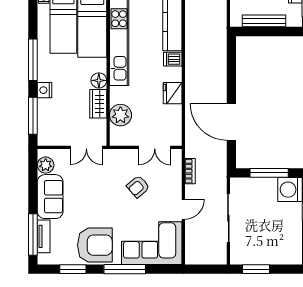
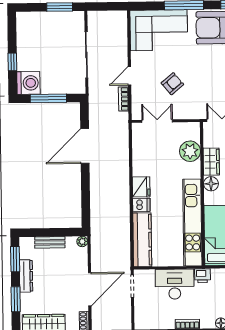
plant: (236, 21) -> (82, 241), added
bench: (264, 21) -> (50, 242), width x0.73
fridge: (173, 93) -> (141, 187), moved
door: (231, 122) -> (85, 146), swing flipped
door: (183, 209) -> (129, 76), moved

